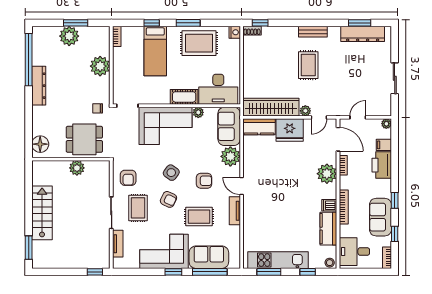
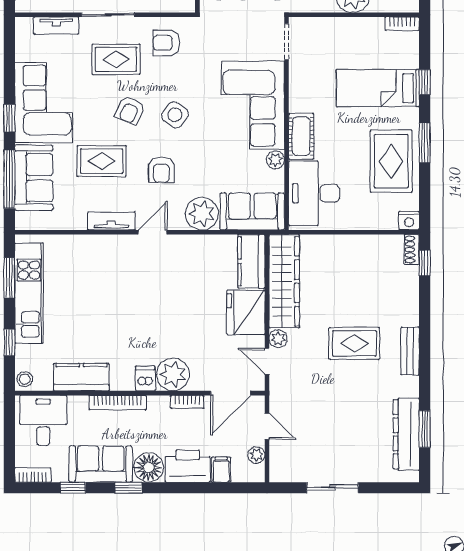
plant: (386, 124) -> (256, 455), moved
floor lamp: (383, 188) -> (149, 467), added
dishwasher: (329, 205) -> (145, 378), moved
rug: (199, 217) -> (102, 161), turned 90

